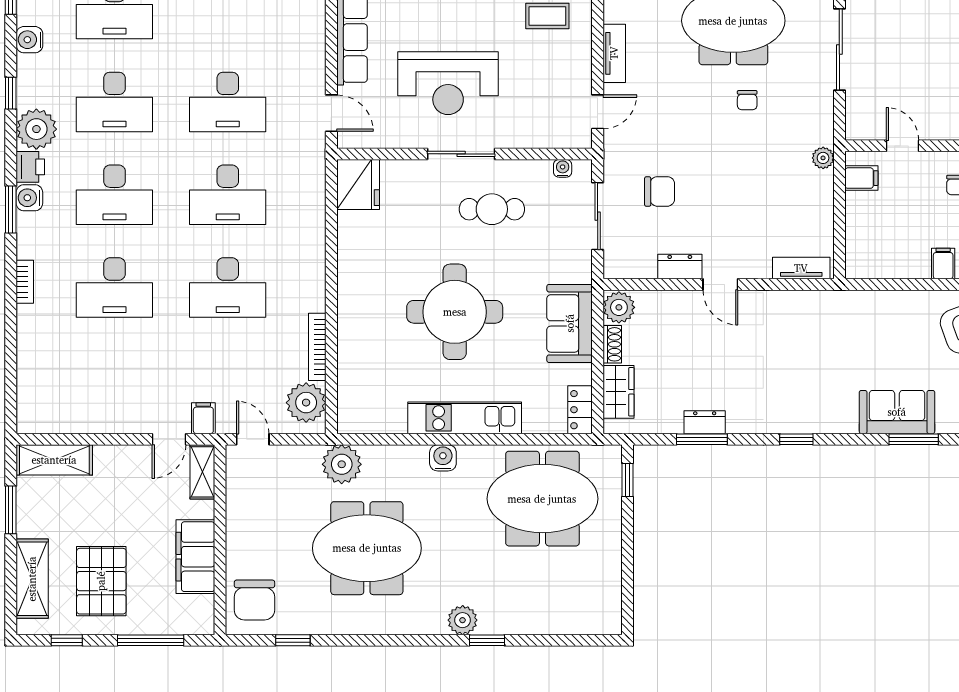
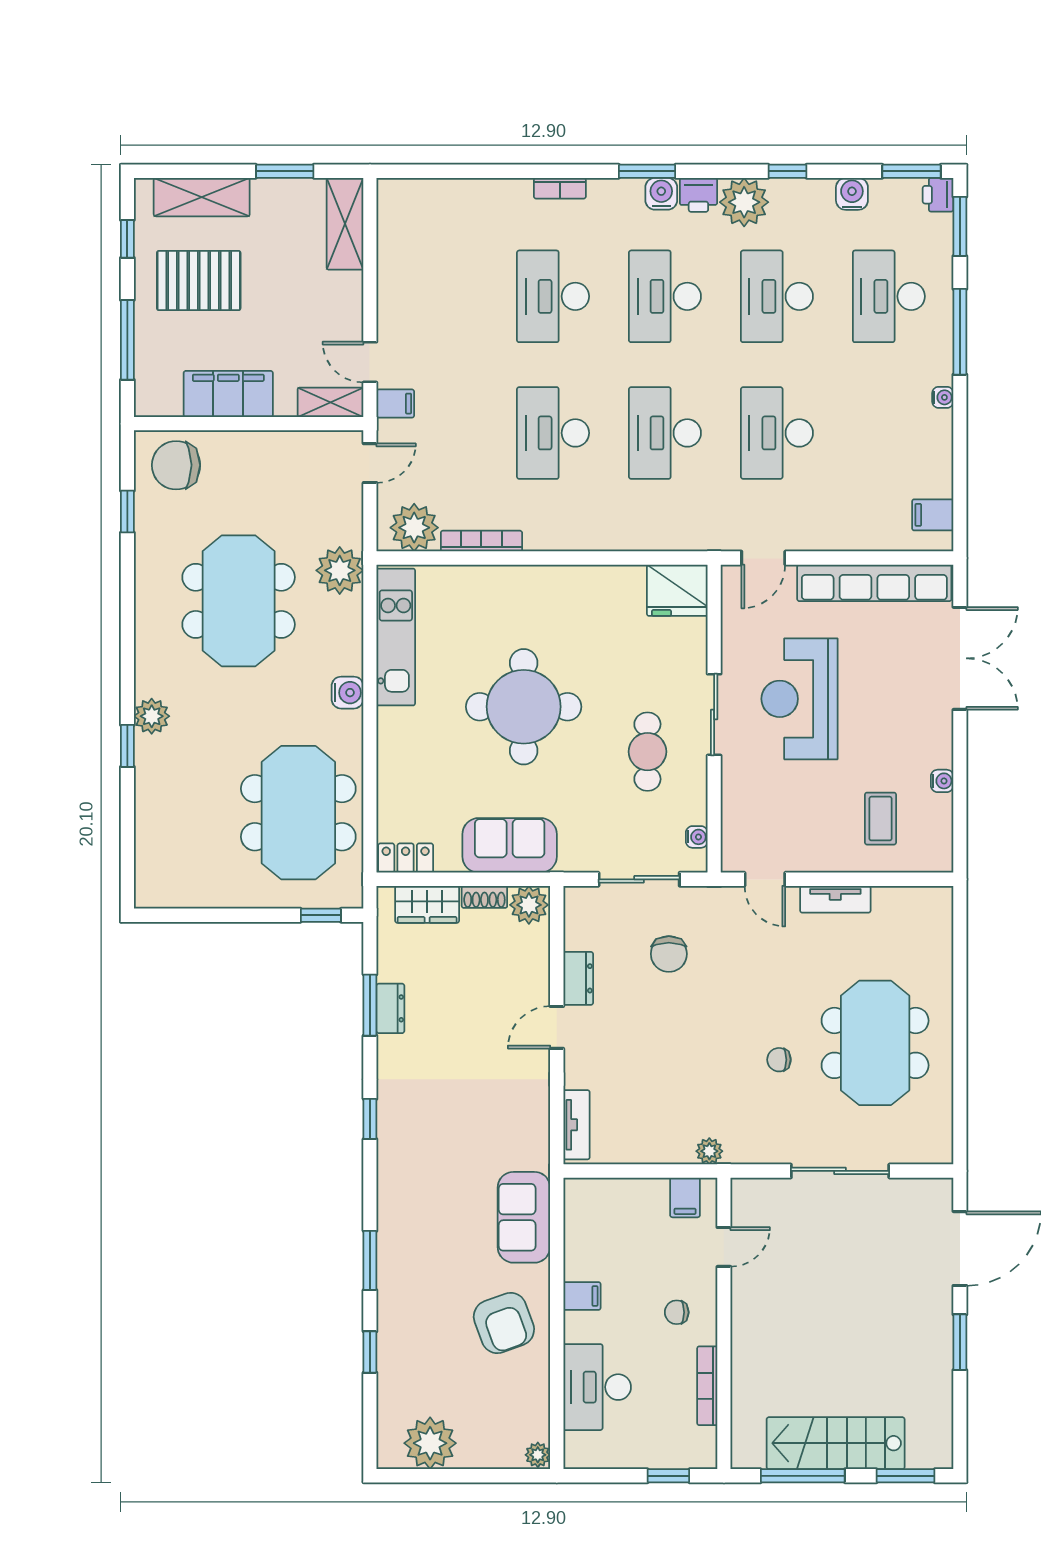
sofa: (897, 412) -> (524, 1217), moved, turned 180
kitchen unit: (465, 418) -> (396, 637), moved

